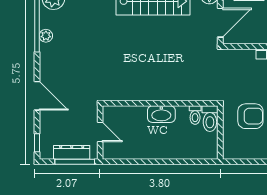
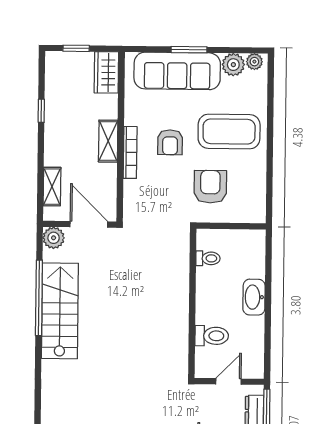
washbasin: (161, 114) -> (254, 297), moved, turned 180
toilet: (210, 119) -> (212, 336), moved

